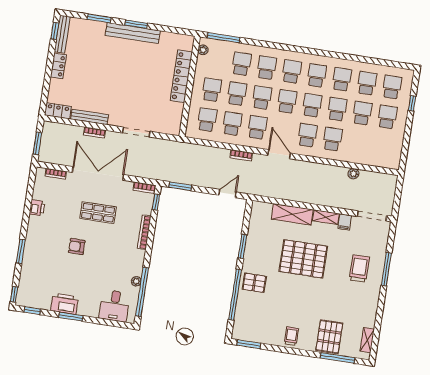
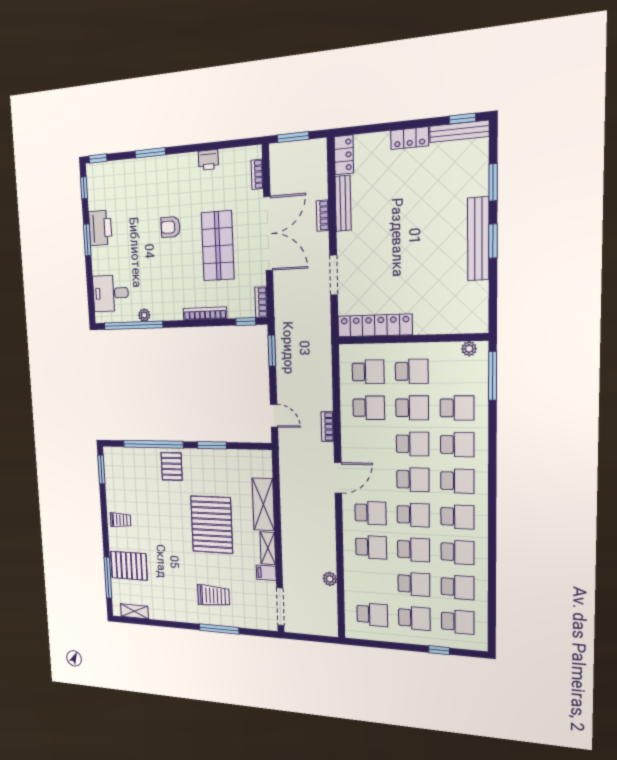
locker: (181, 76) -> (375, 325), moved
school desk: (257, 127) -> (372, 615), moved
shop shelf: (98, 213) -> (218, 246), width x1.43, depth x1.36
armchair: (77, 247) -> (170, 227), turned -90

